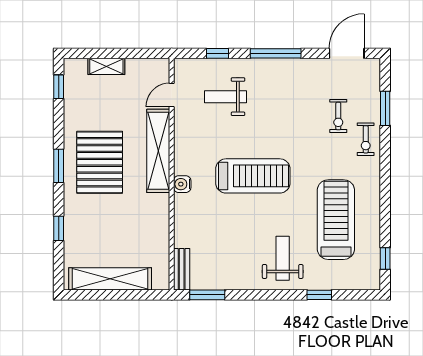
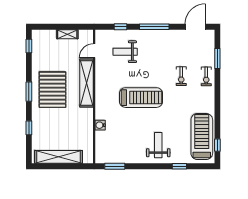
shelving: (106, 66) -> (67, 34), moved
exercise bike: (338, 116) -> (181, 76), moved
water cooler: (182, 184) -> (100, 125), moved
treadmill: (336, 220) -> (202, 137), moved
bench: (182, 269) -> (100, 151), removed

